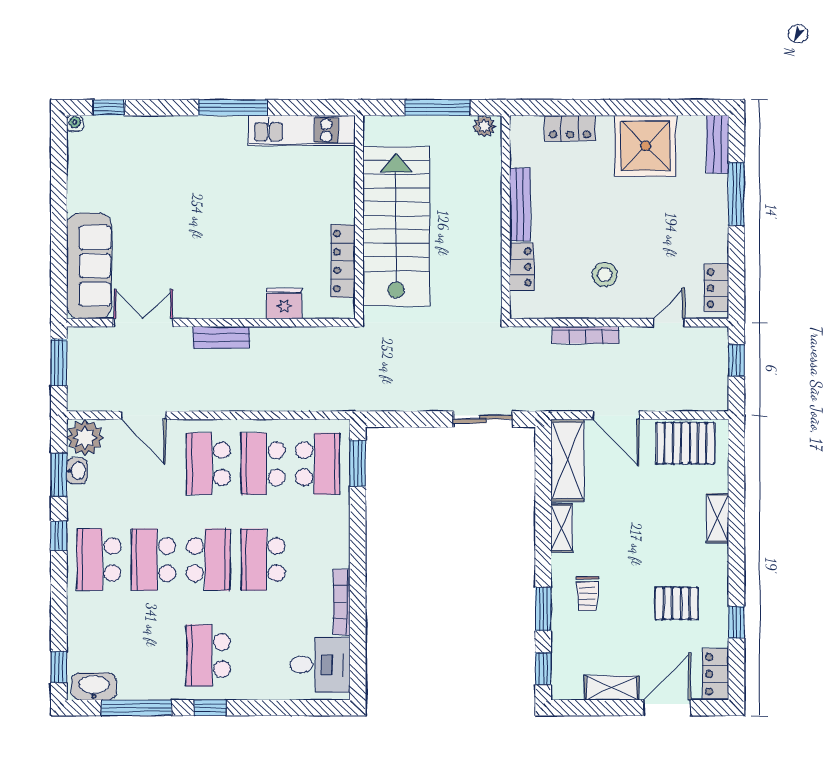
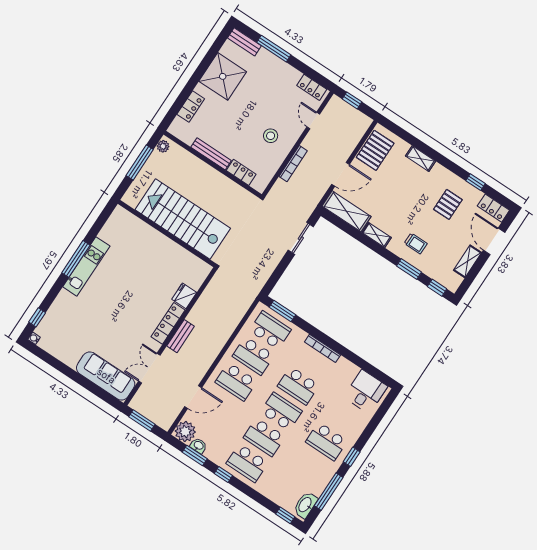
kitchen unit: (302, 130) -> (86, 266), moved
locker: (343, 261) -> (168, 323), moved, turned 90
bookcase: (342, 602) -> (323, 348), moved

